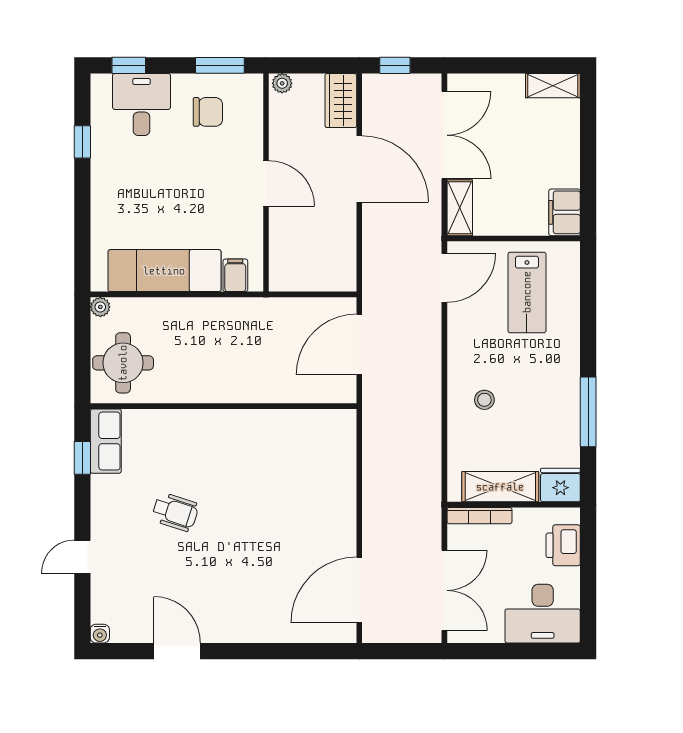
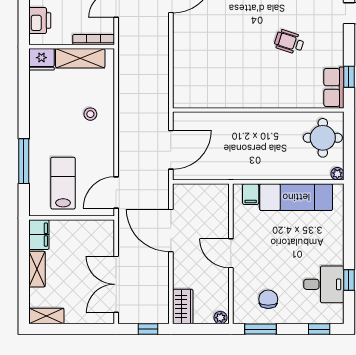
desk: (141, 105) -> (324, 284), moved, turned -90
chair: (208, 112) -> (268, 299), turned 90
door: (359, 169) -> (171, 230), moved
shelving: (460, 208) -> (37, 269), moved
window: (588, 412) -> (24, 161), moved

